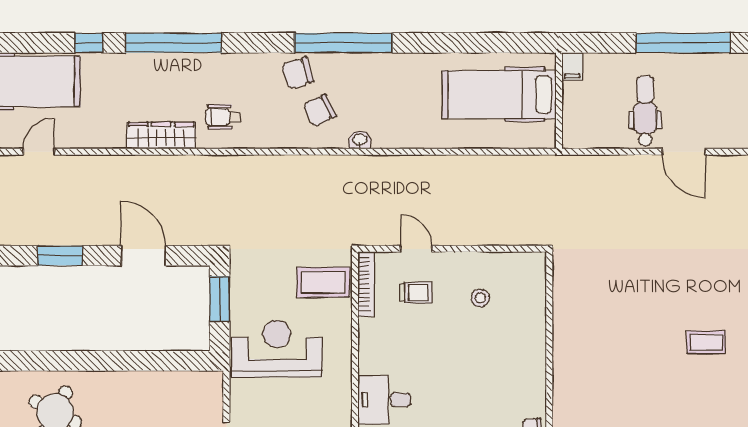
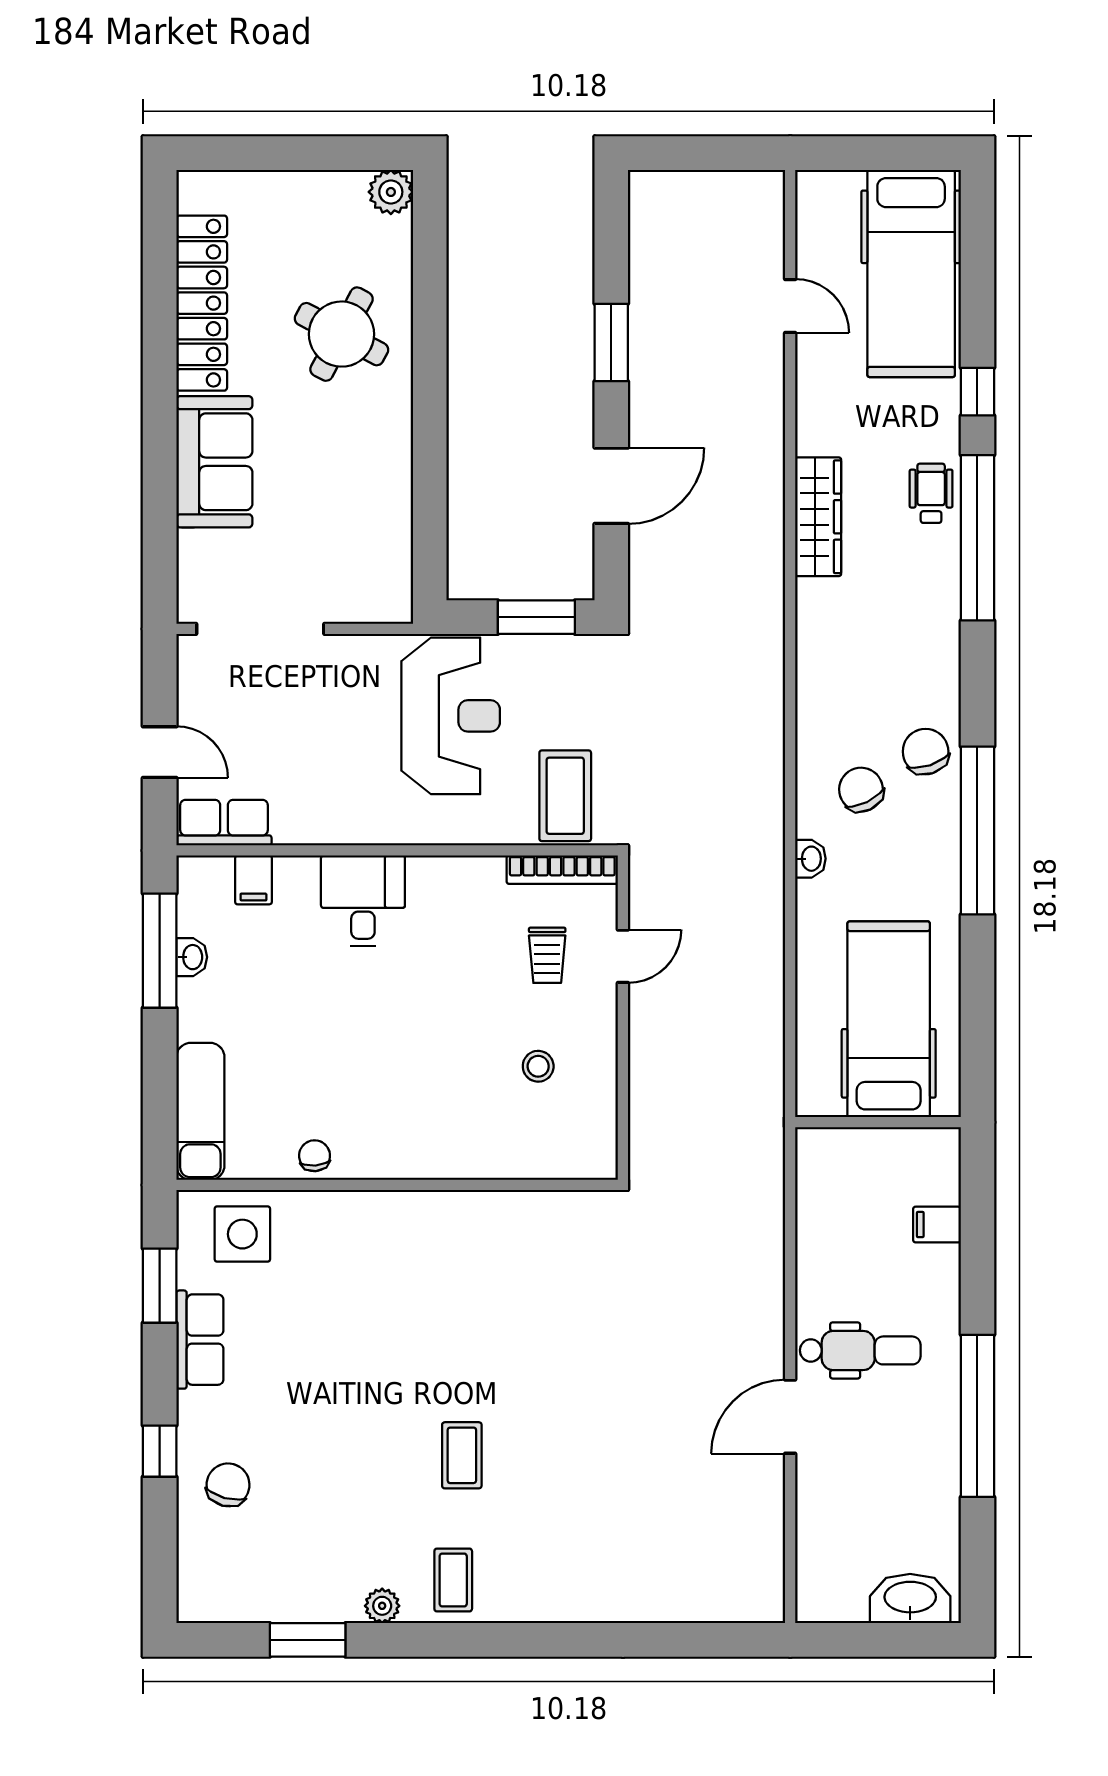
hospital bed: (499, 94) -> (889, 1019), moved
wall: (559, 101) -> (878, 1122), moved
wheelchair: (223, 117) -> (931, 493), moved

